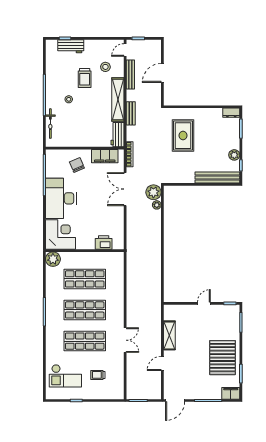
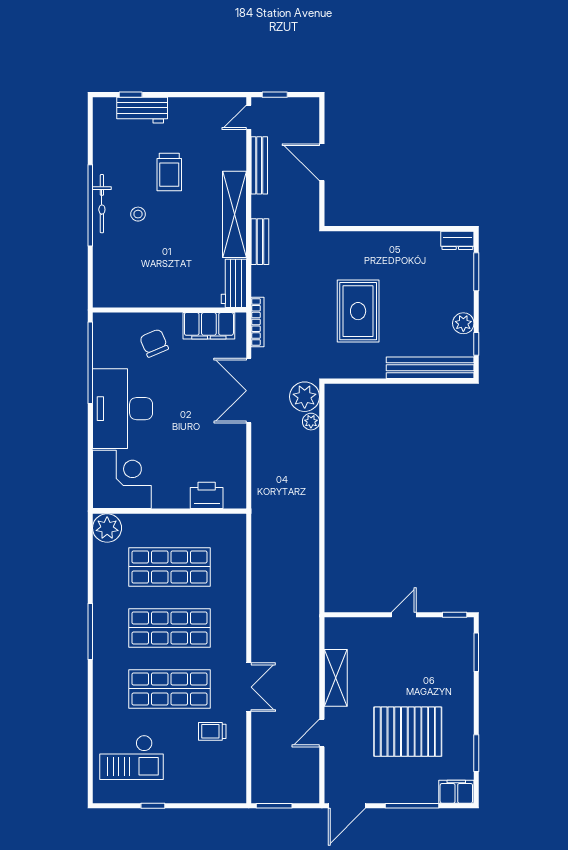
stool: (105, 67) -> (210, 150), removed
door: (162, 73) -> (322, 162), hinge flipped
bicycle: (50, 124) -> (102, 204), moved
rug: (183, 136) -> (358, 311), moved
pallet: (223, 358) -> (408, 732), moved, turned 90
trolley: (98, 375) -> (212, 731), moved

